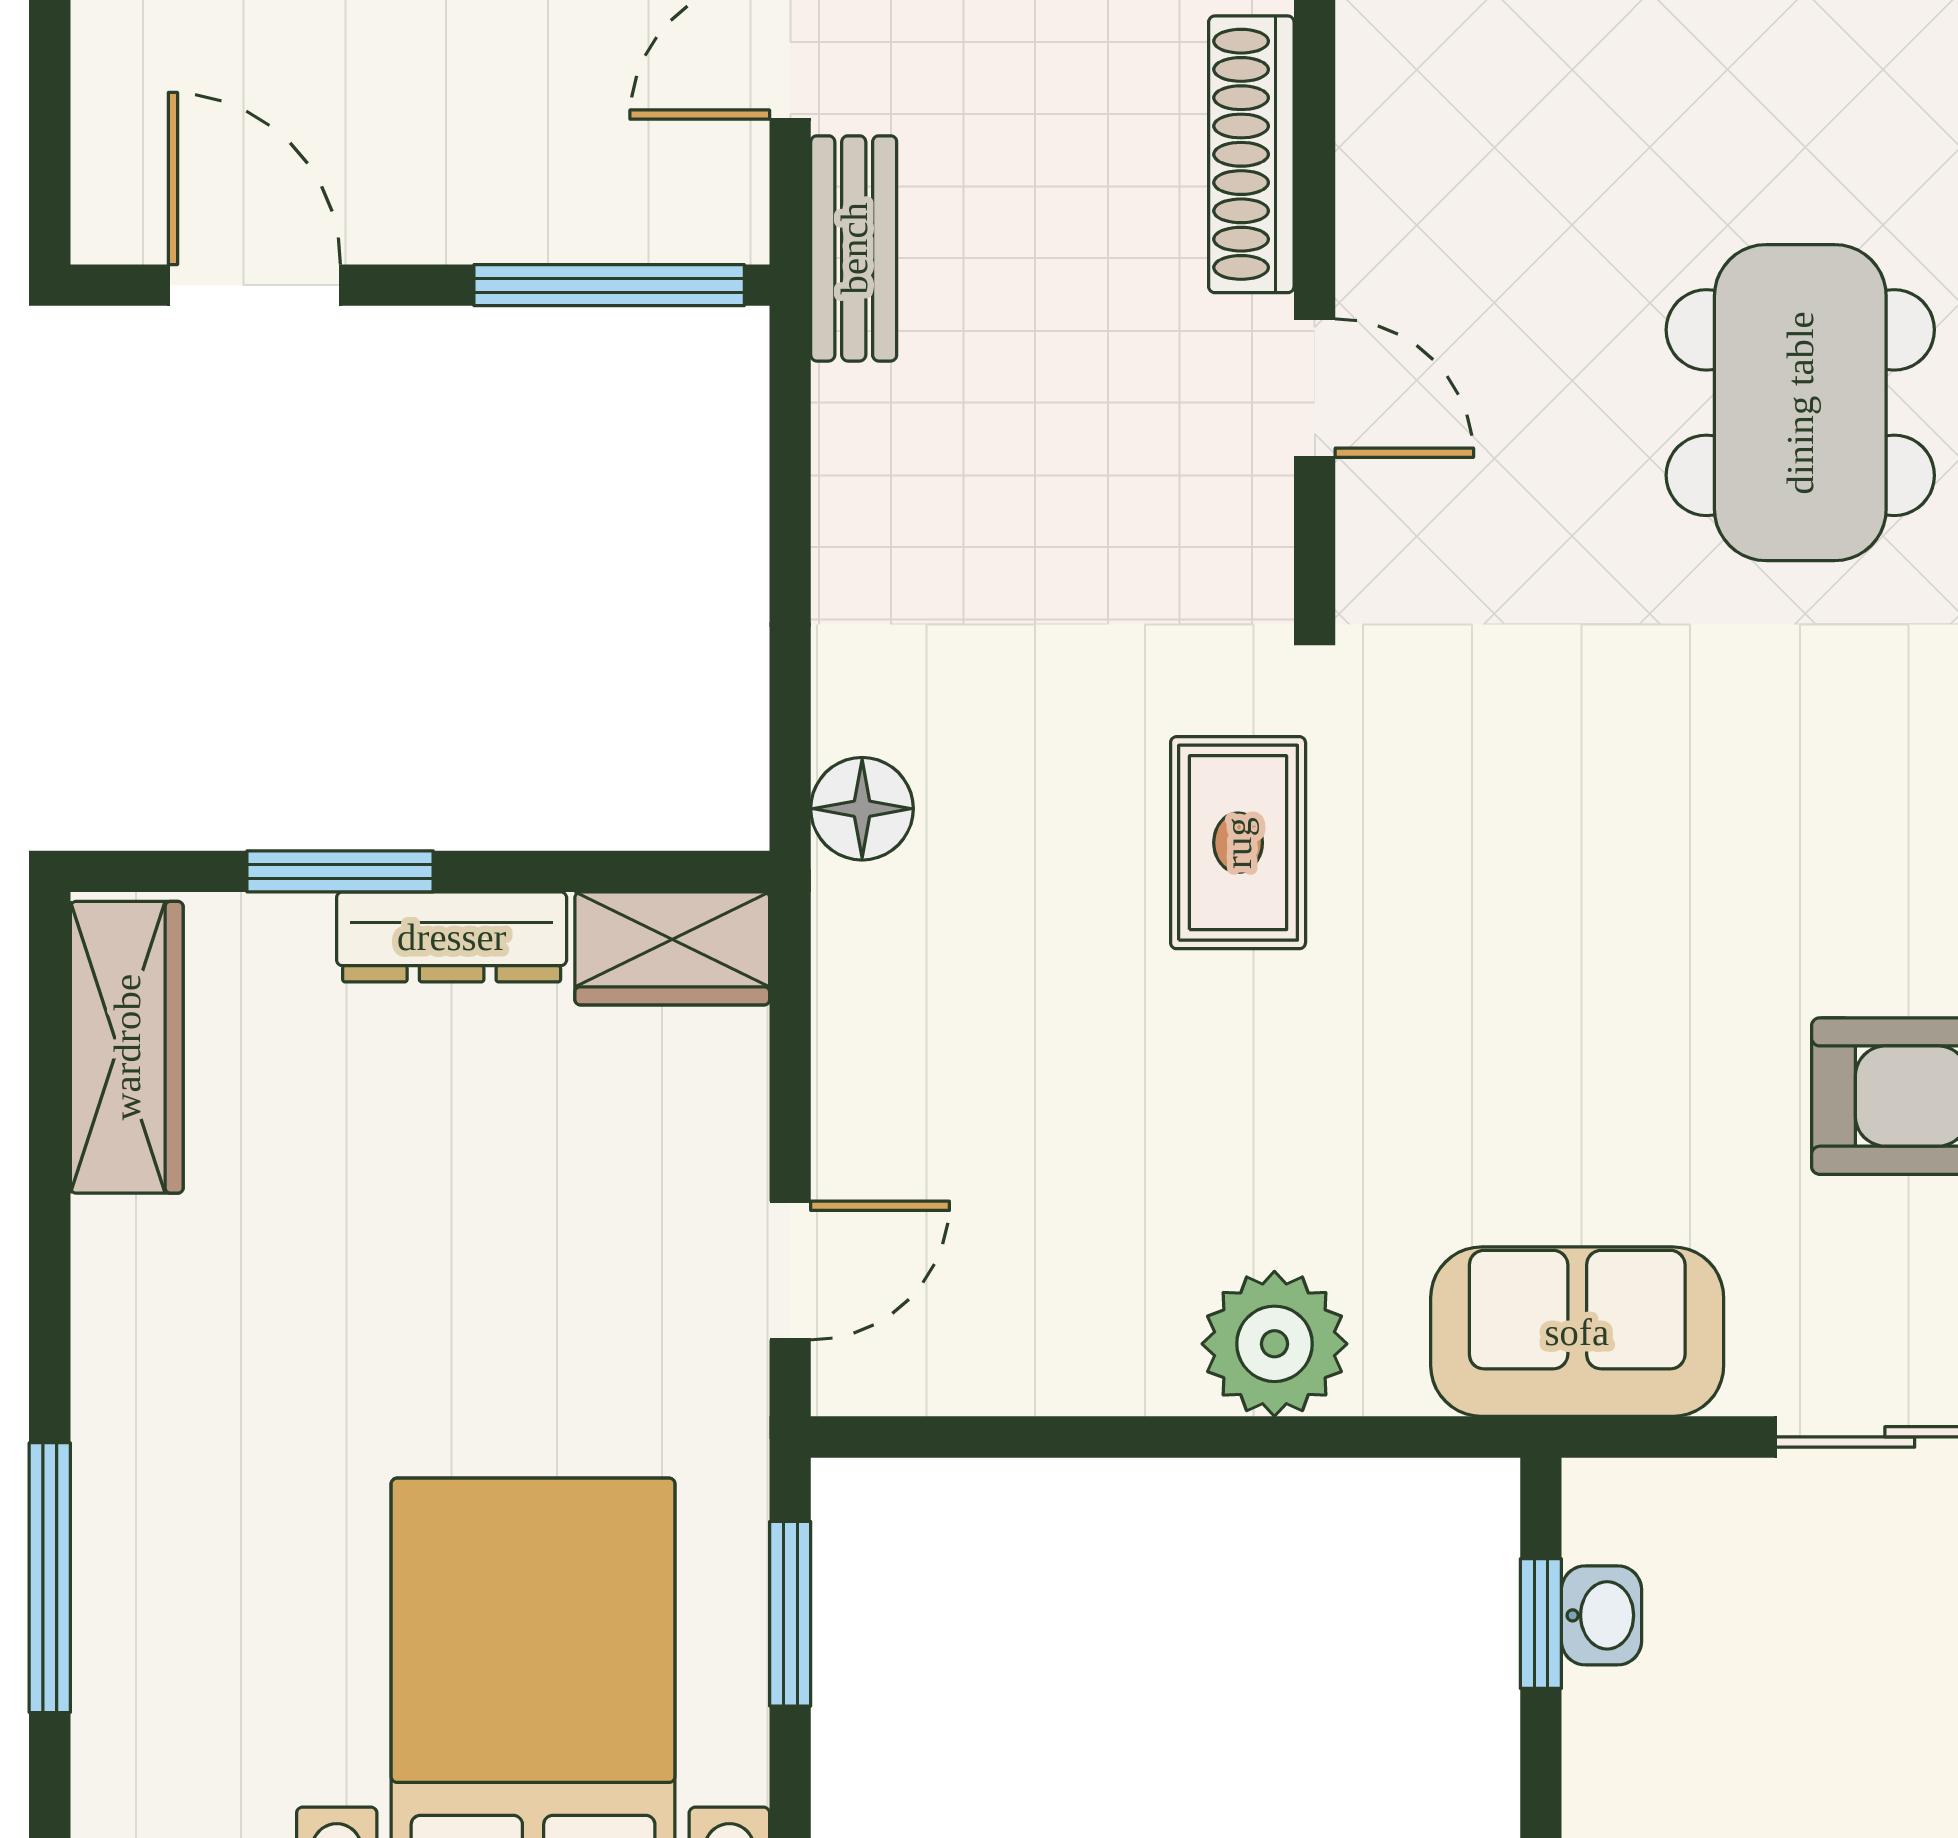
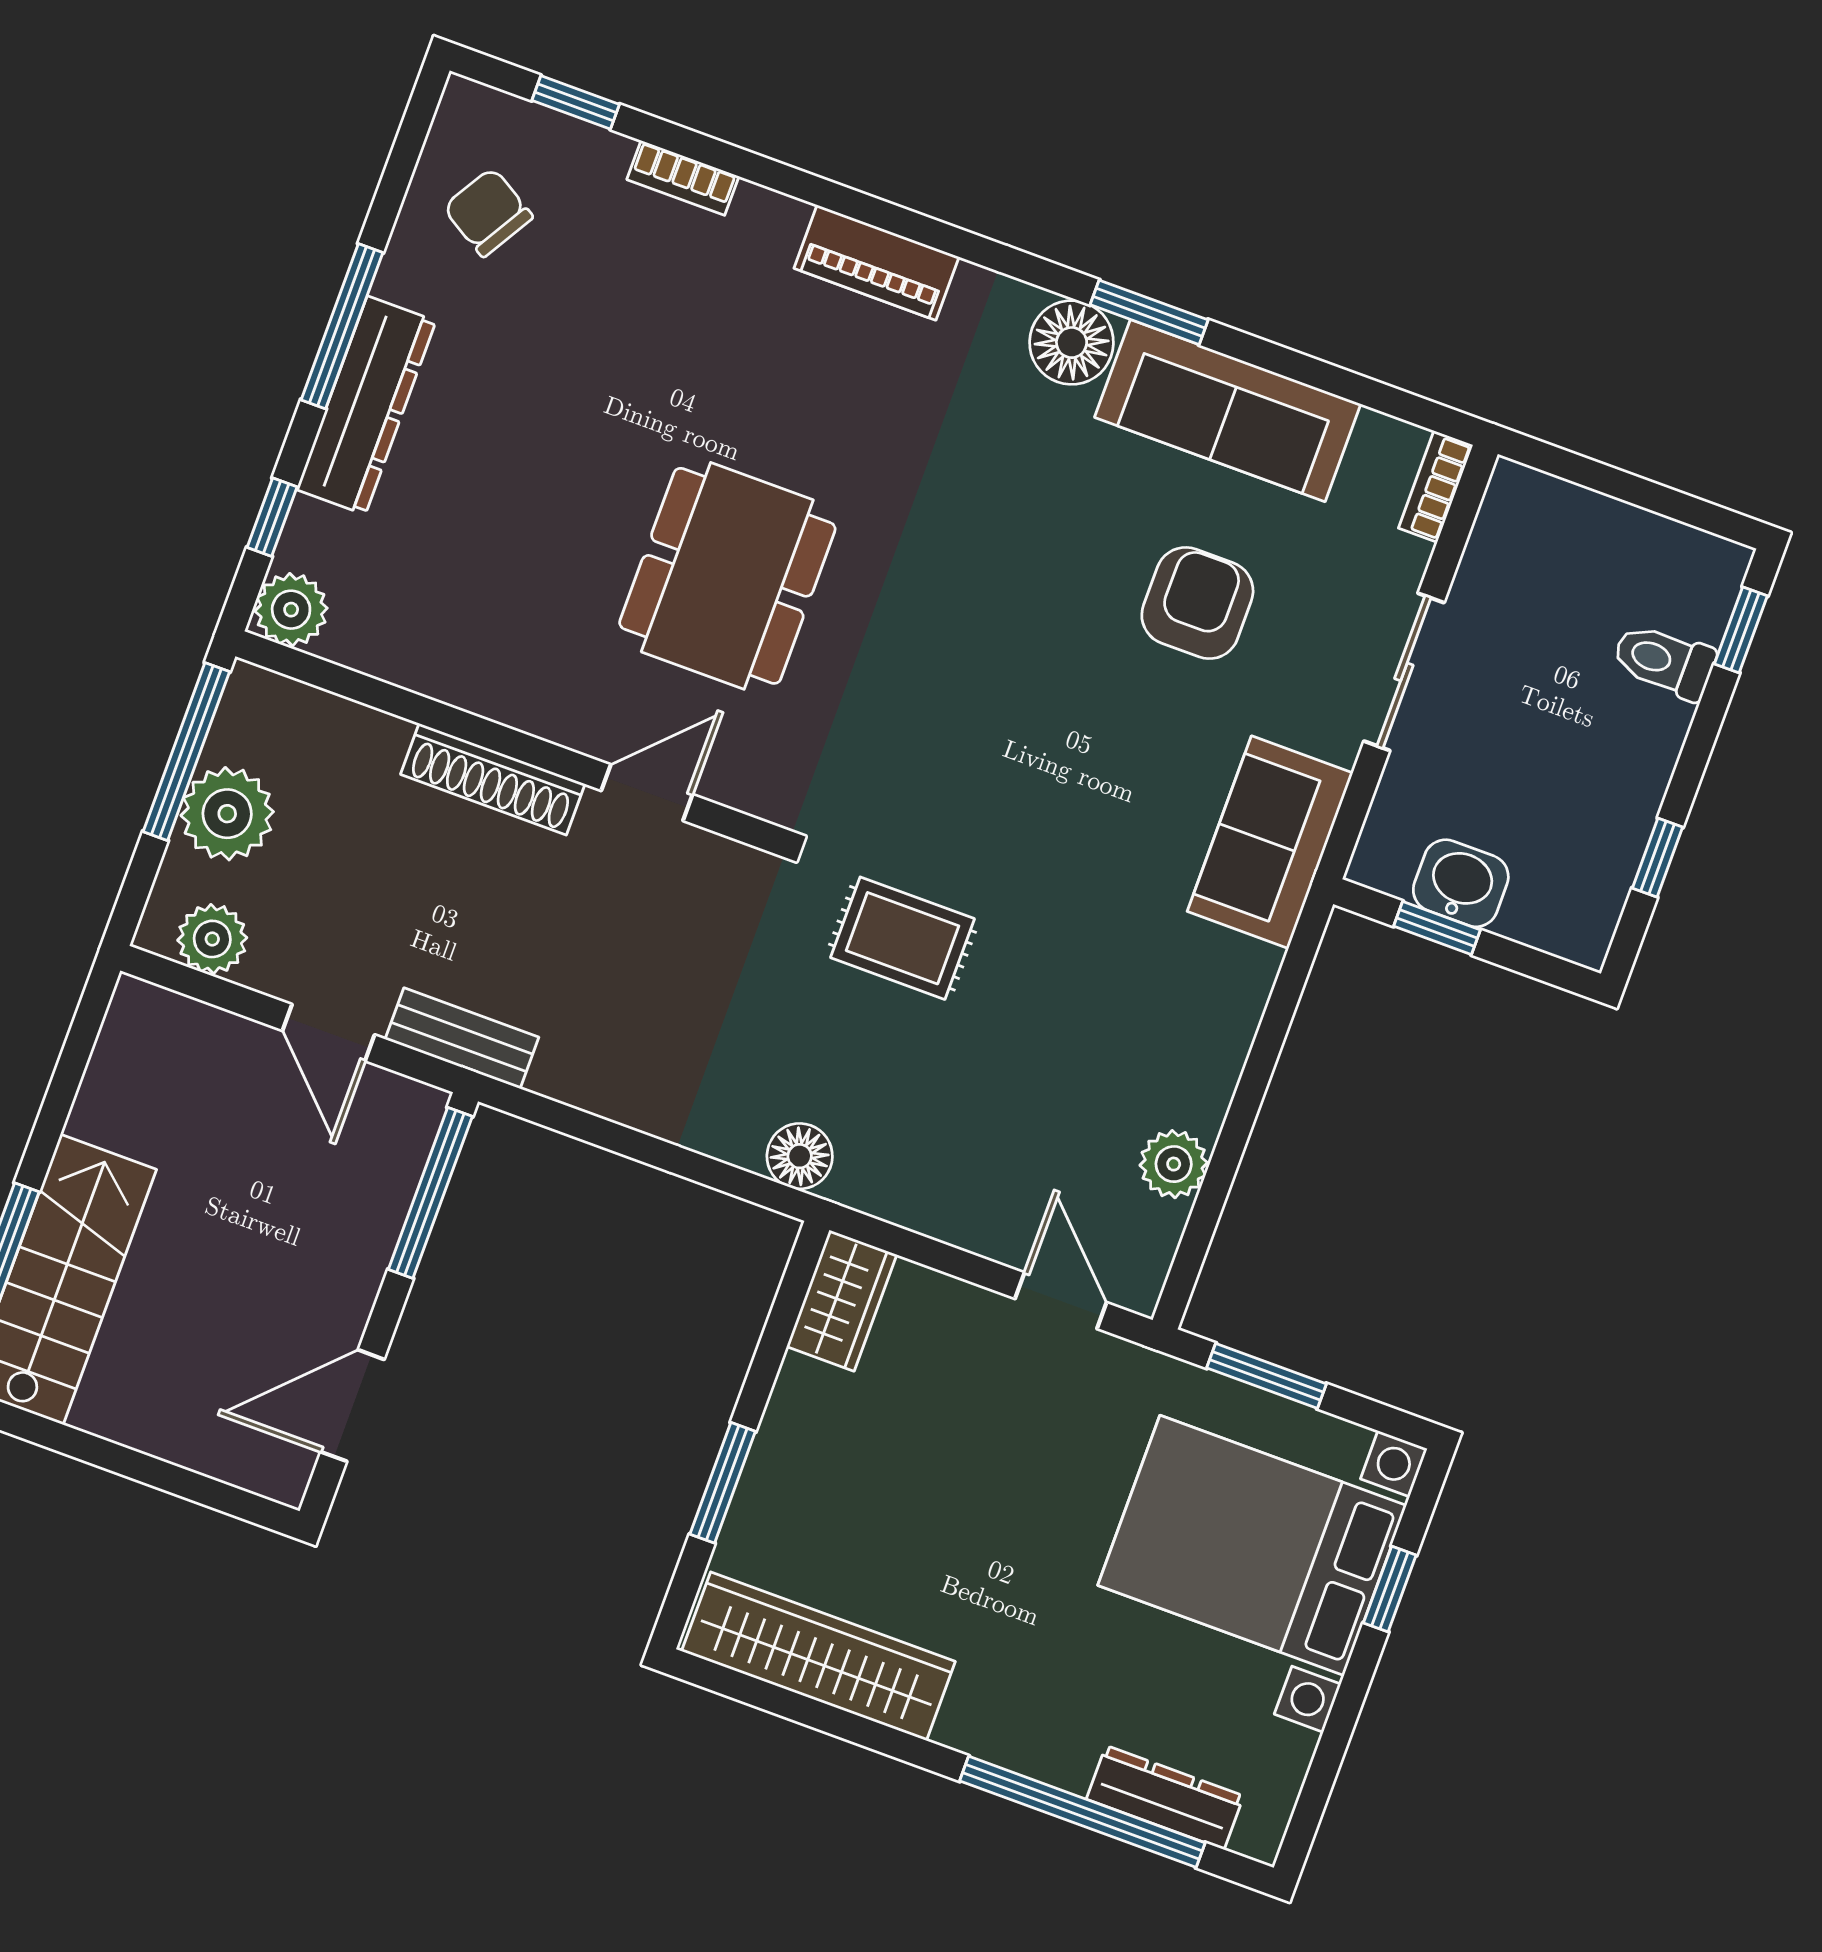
dining table: (1800, 403) -> (727, 576), moved, turned 90
dresser: (452, 937) -> (1165, 1797), moved, turned -90
wardrobe: (127, 1047) -> (818, 1656), width x1.40, depth x1.17
plant: (1274, 1344) -> (1174, 1164), moved, width x0.73, depth x0.73
window: (50, 1578) -> (1082, 1812), width x1.46
washbasin: (1602, 1615) -> (1461, 883), width x1.38, depth x1.45

